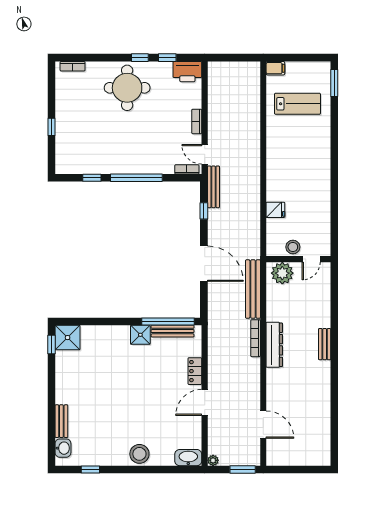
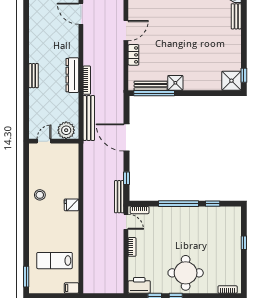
fridge: (275, 210) -> (71, 205), moved
stool: (293, 247) -> (40, 195), moved

